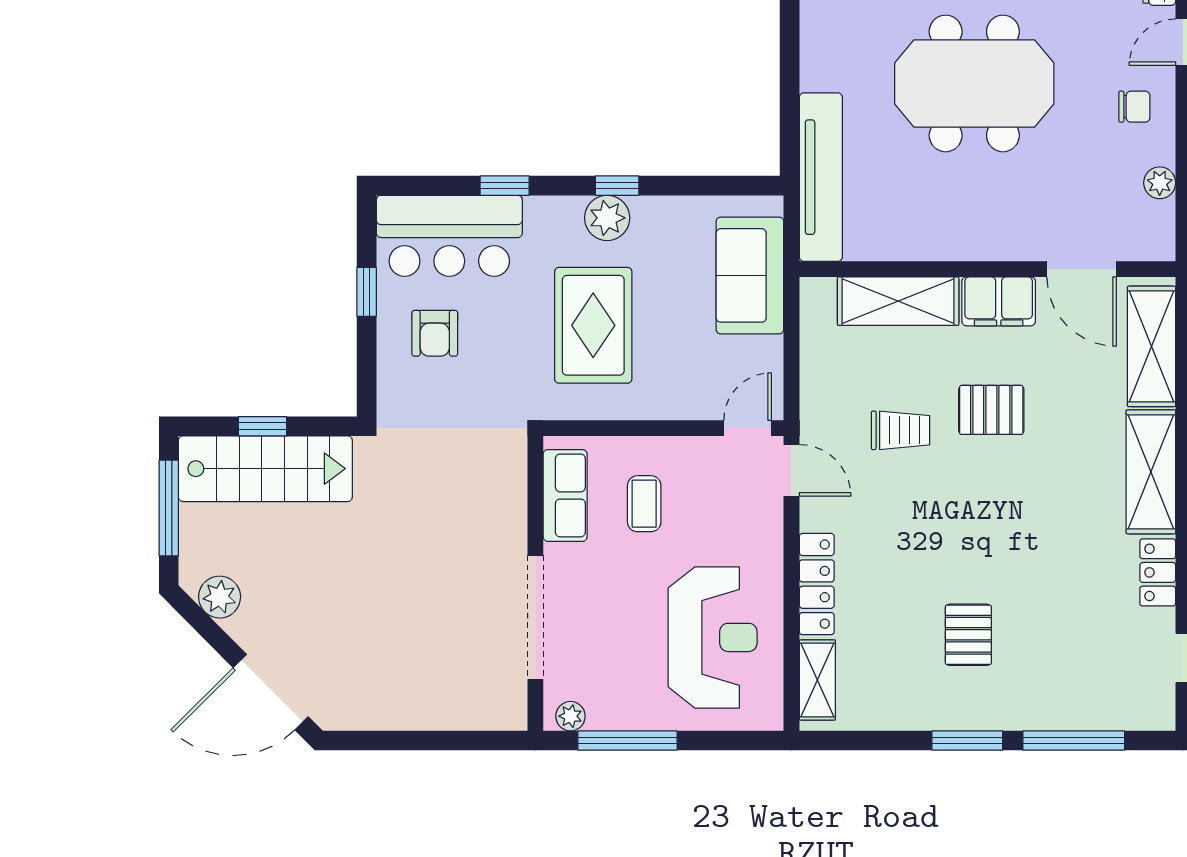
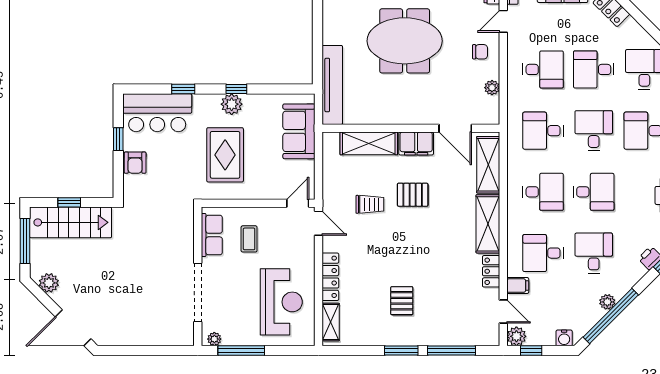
armchair: (435, 333) -> (135, 163), moved

